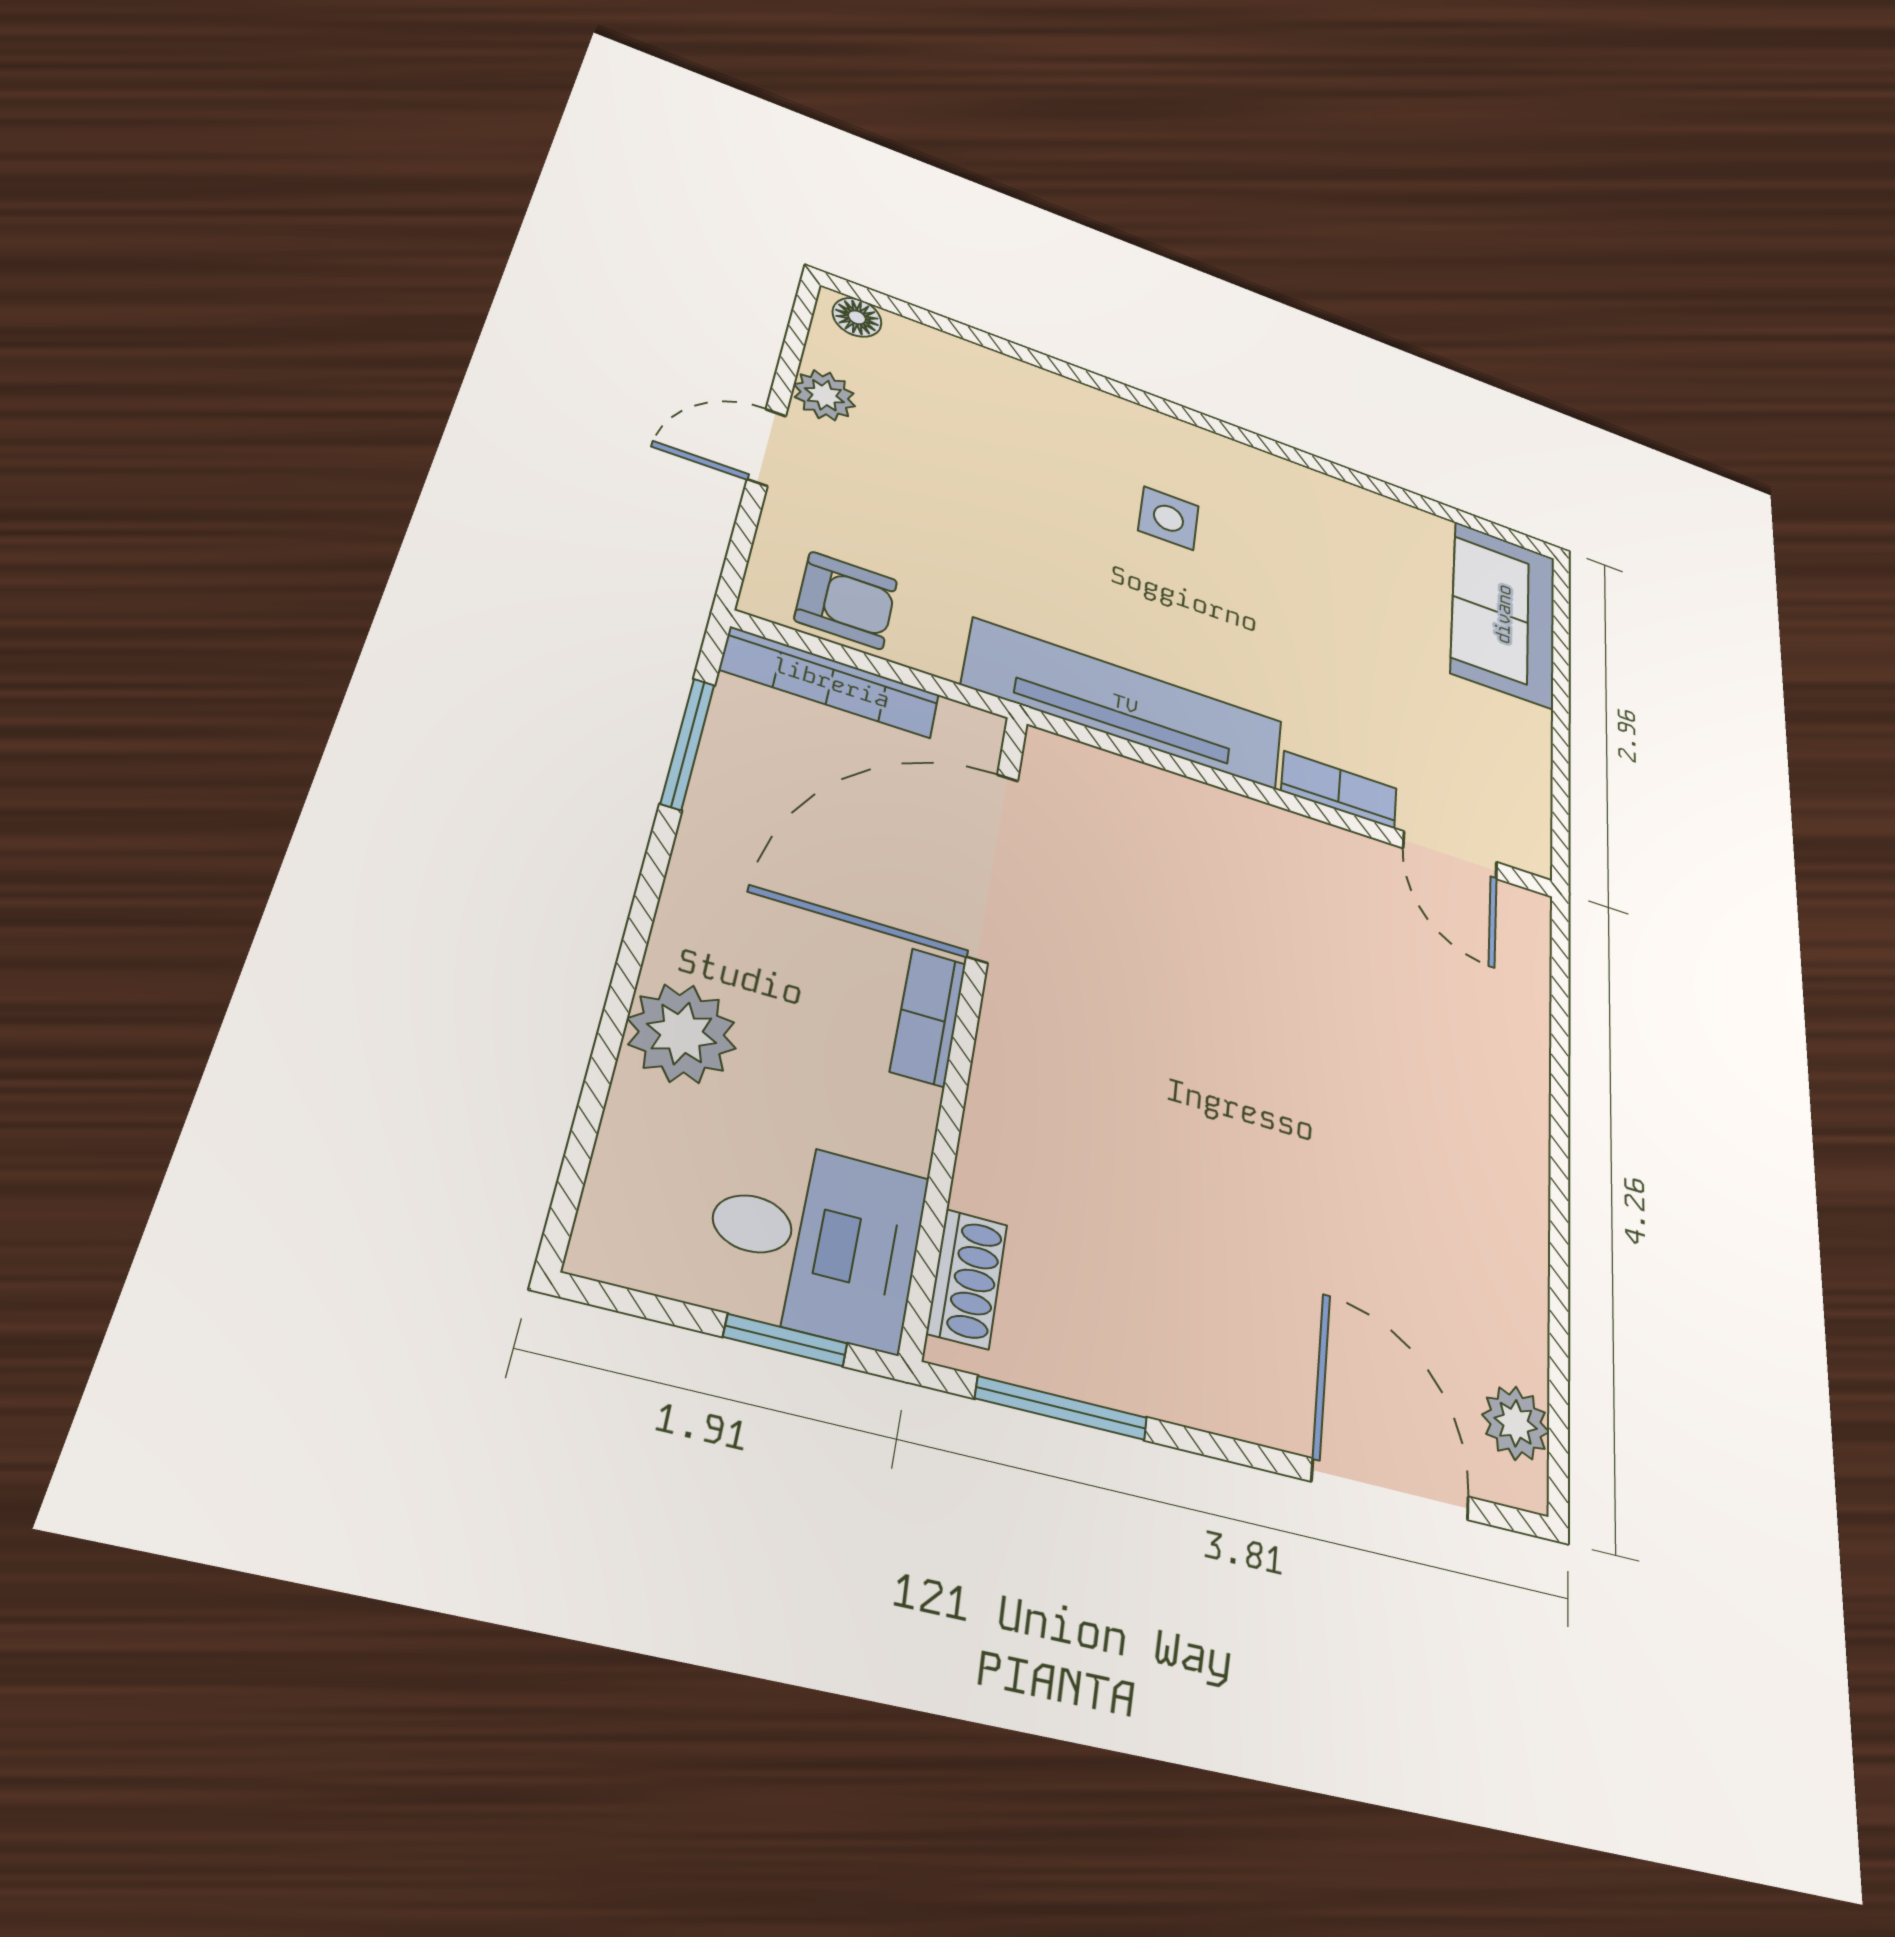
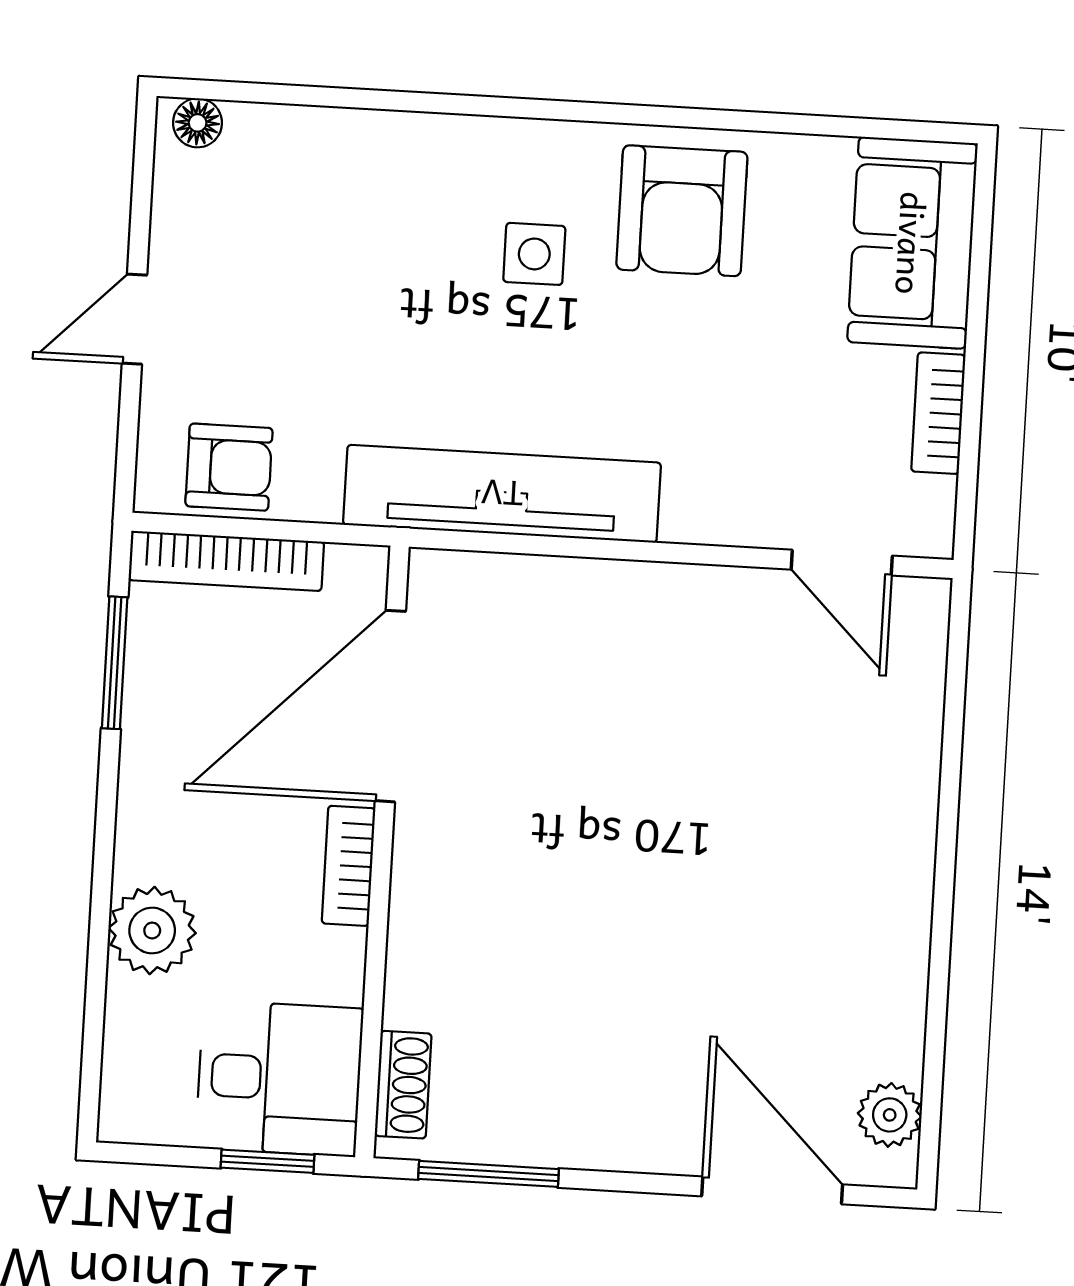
plant: (824, 395) -> (179, 235), removed
armchair: (1304, 528) -> (682, 211), added
bookcase: (1339, 790) -> (938, 413), moved, turned -90

